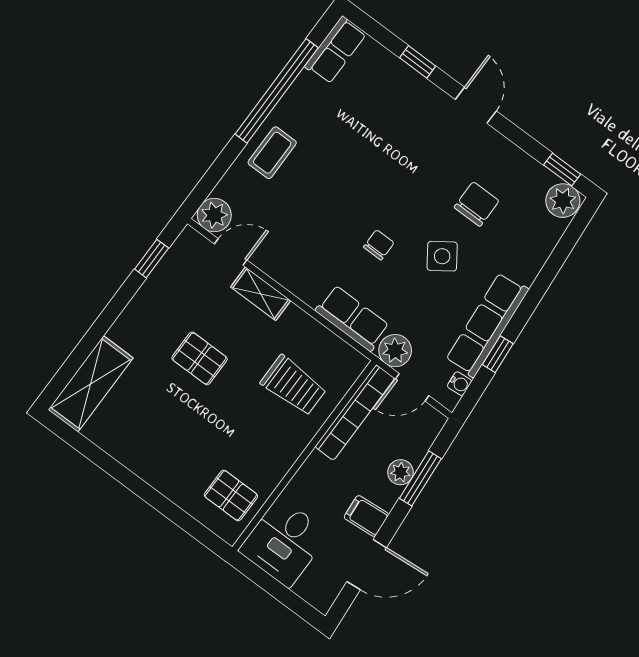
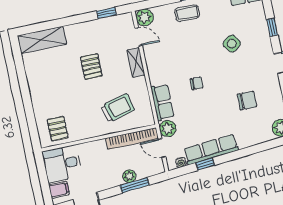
side table: (442, 256) -> (232, 44), moved
trolley: (294, 386) -> (118, 108), turned -105
filing cabinet: (366, 516) -> (59, 190), moved, turned 95

